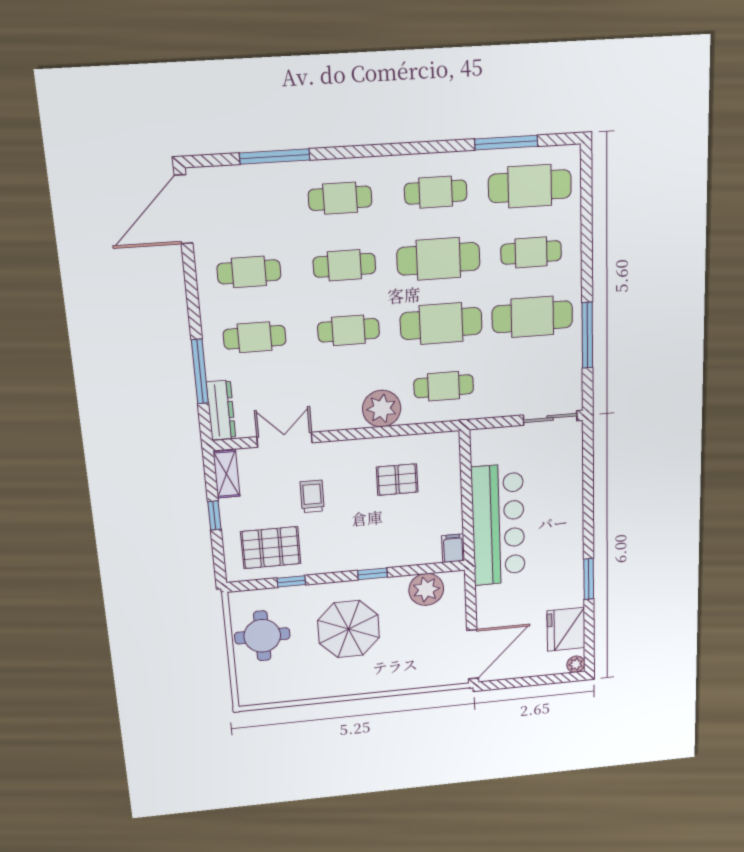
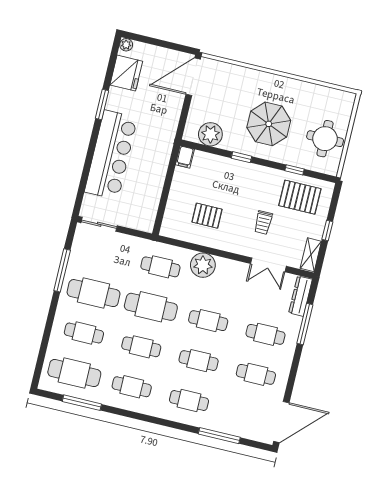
cafe table: (438, 259) -> (141, 347), width x0.73, depth x0.74
bar counter: (498, 525) -> (111, 155), moved, turned 180

